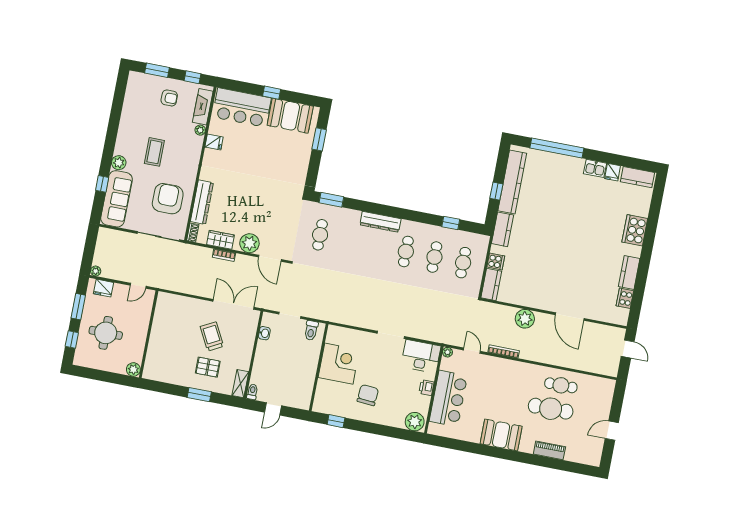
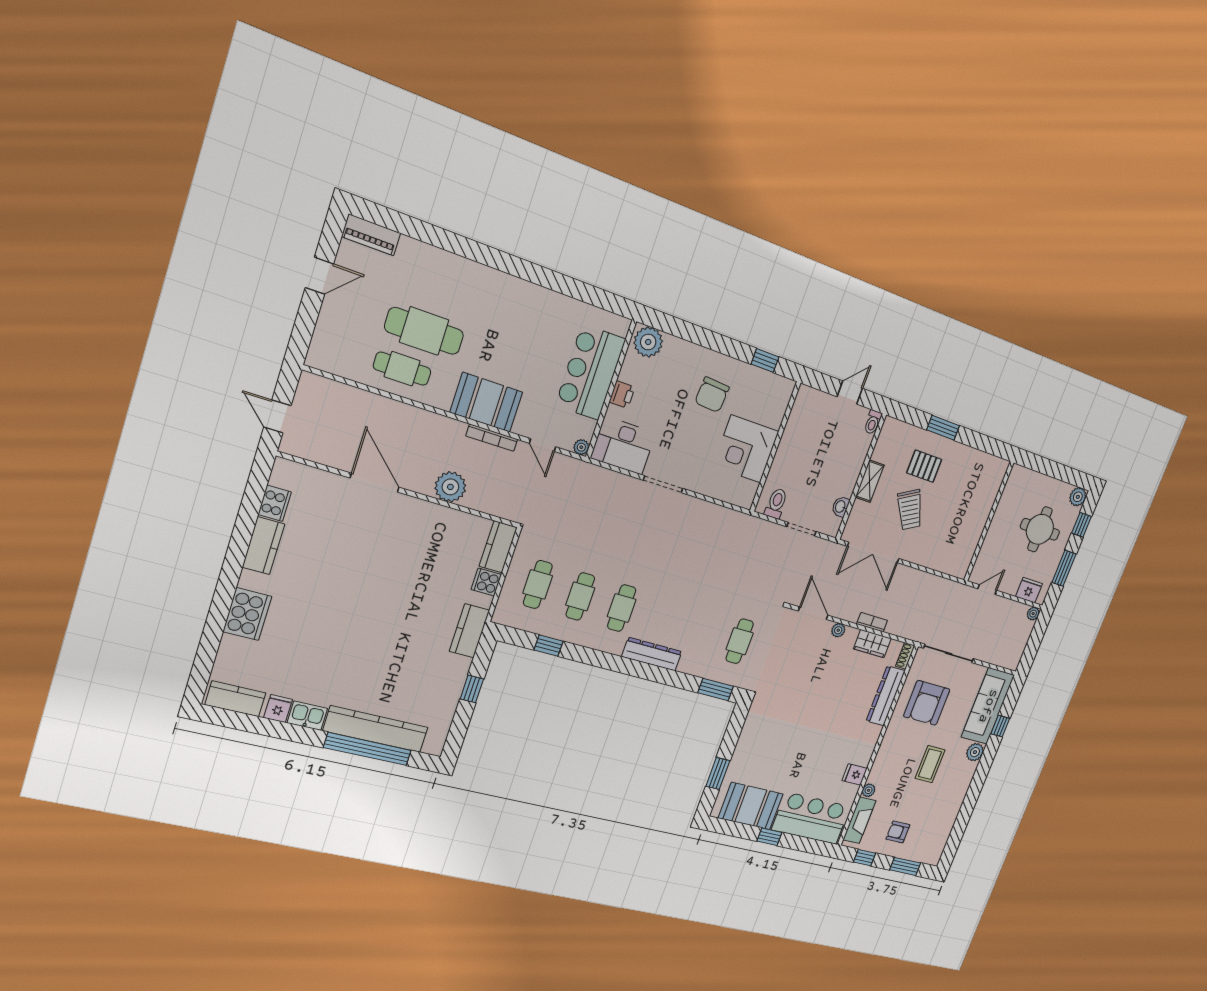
kitchen counter: (512, 182) -> (376, 729), moved, turned 90
plant: (249, 243) -> (838, 630), width x0.53, depth x0.53
plant: (133, 369) -> (1078, 497), moved
shelving: (240, 384) -> (870, 481), moved
booth: (501, 435) -> (486, 402), moved
piano: (549, 450) -> (371, 235), moved

